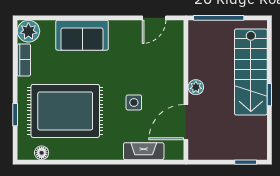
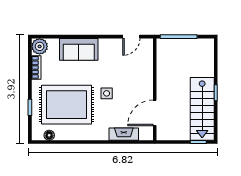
stairs: (251, 72) -> (202, 109), moved
plant: (196, 87) -> (162, 87), removed
side table: (134, 102) -> (107, 93), moved

